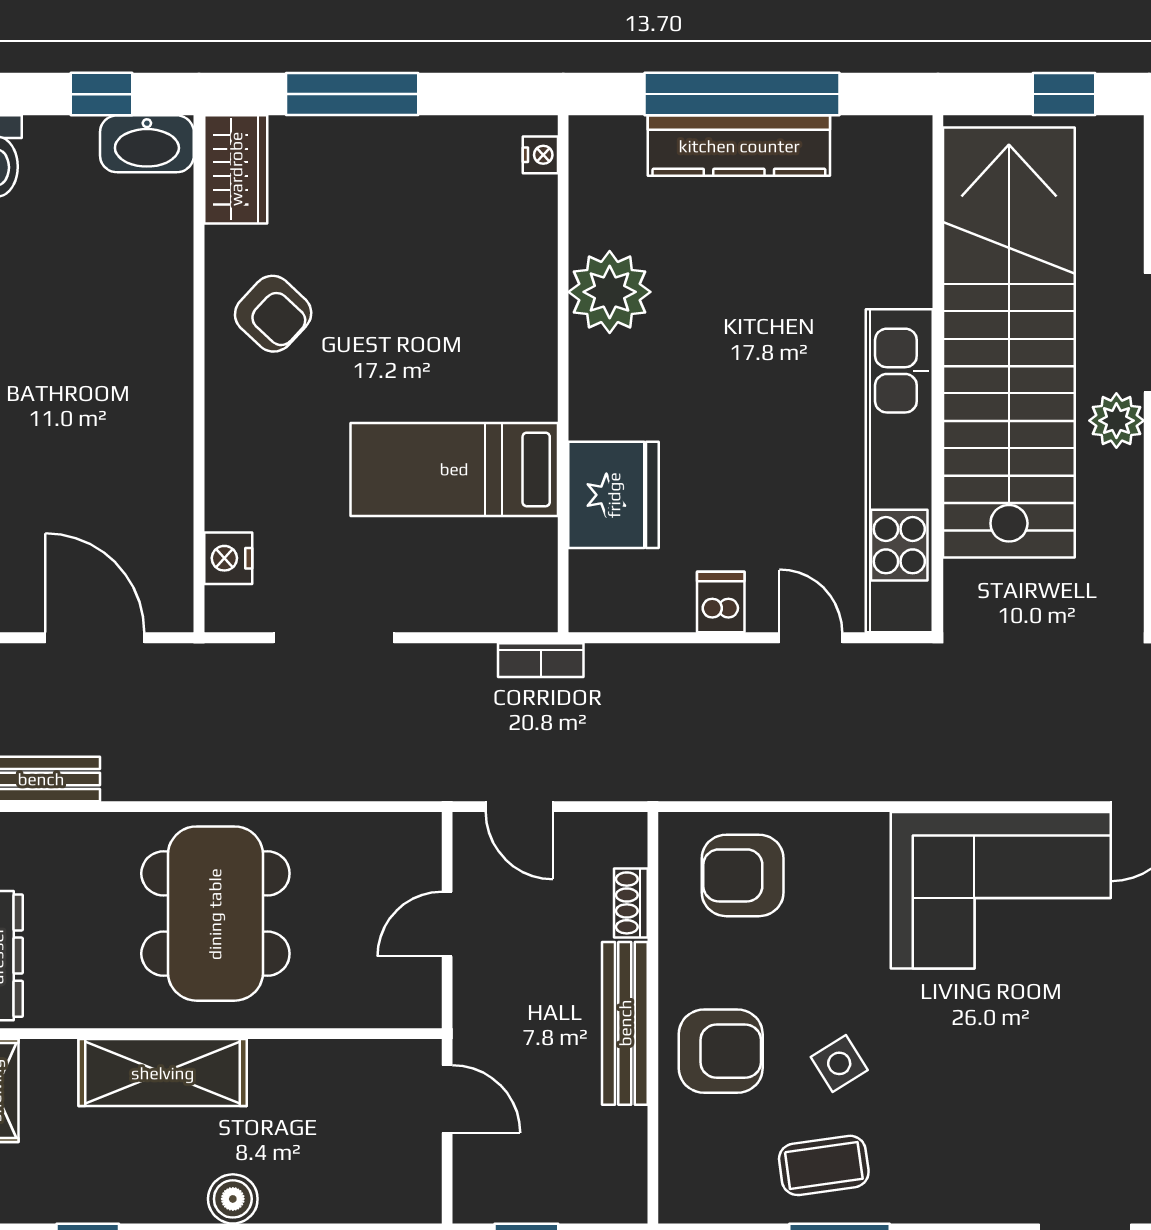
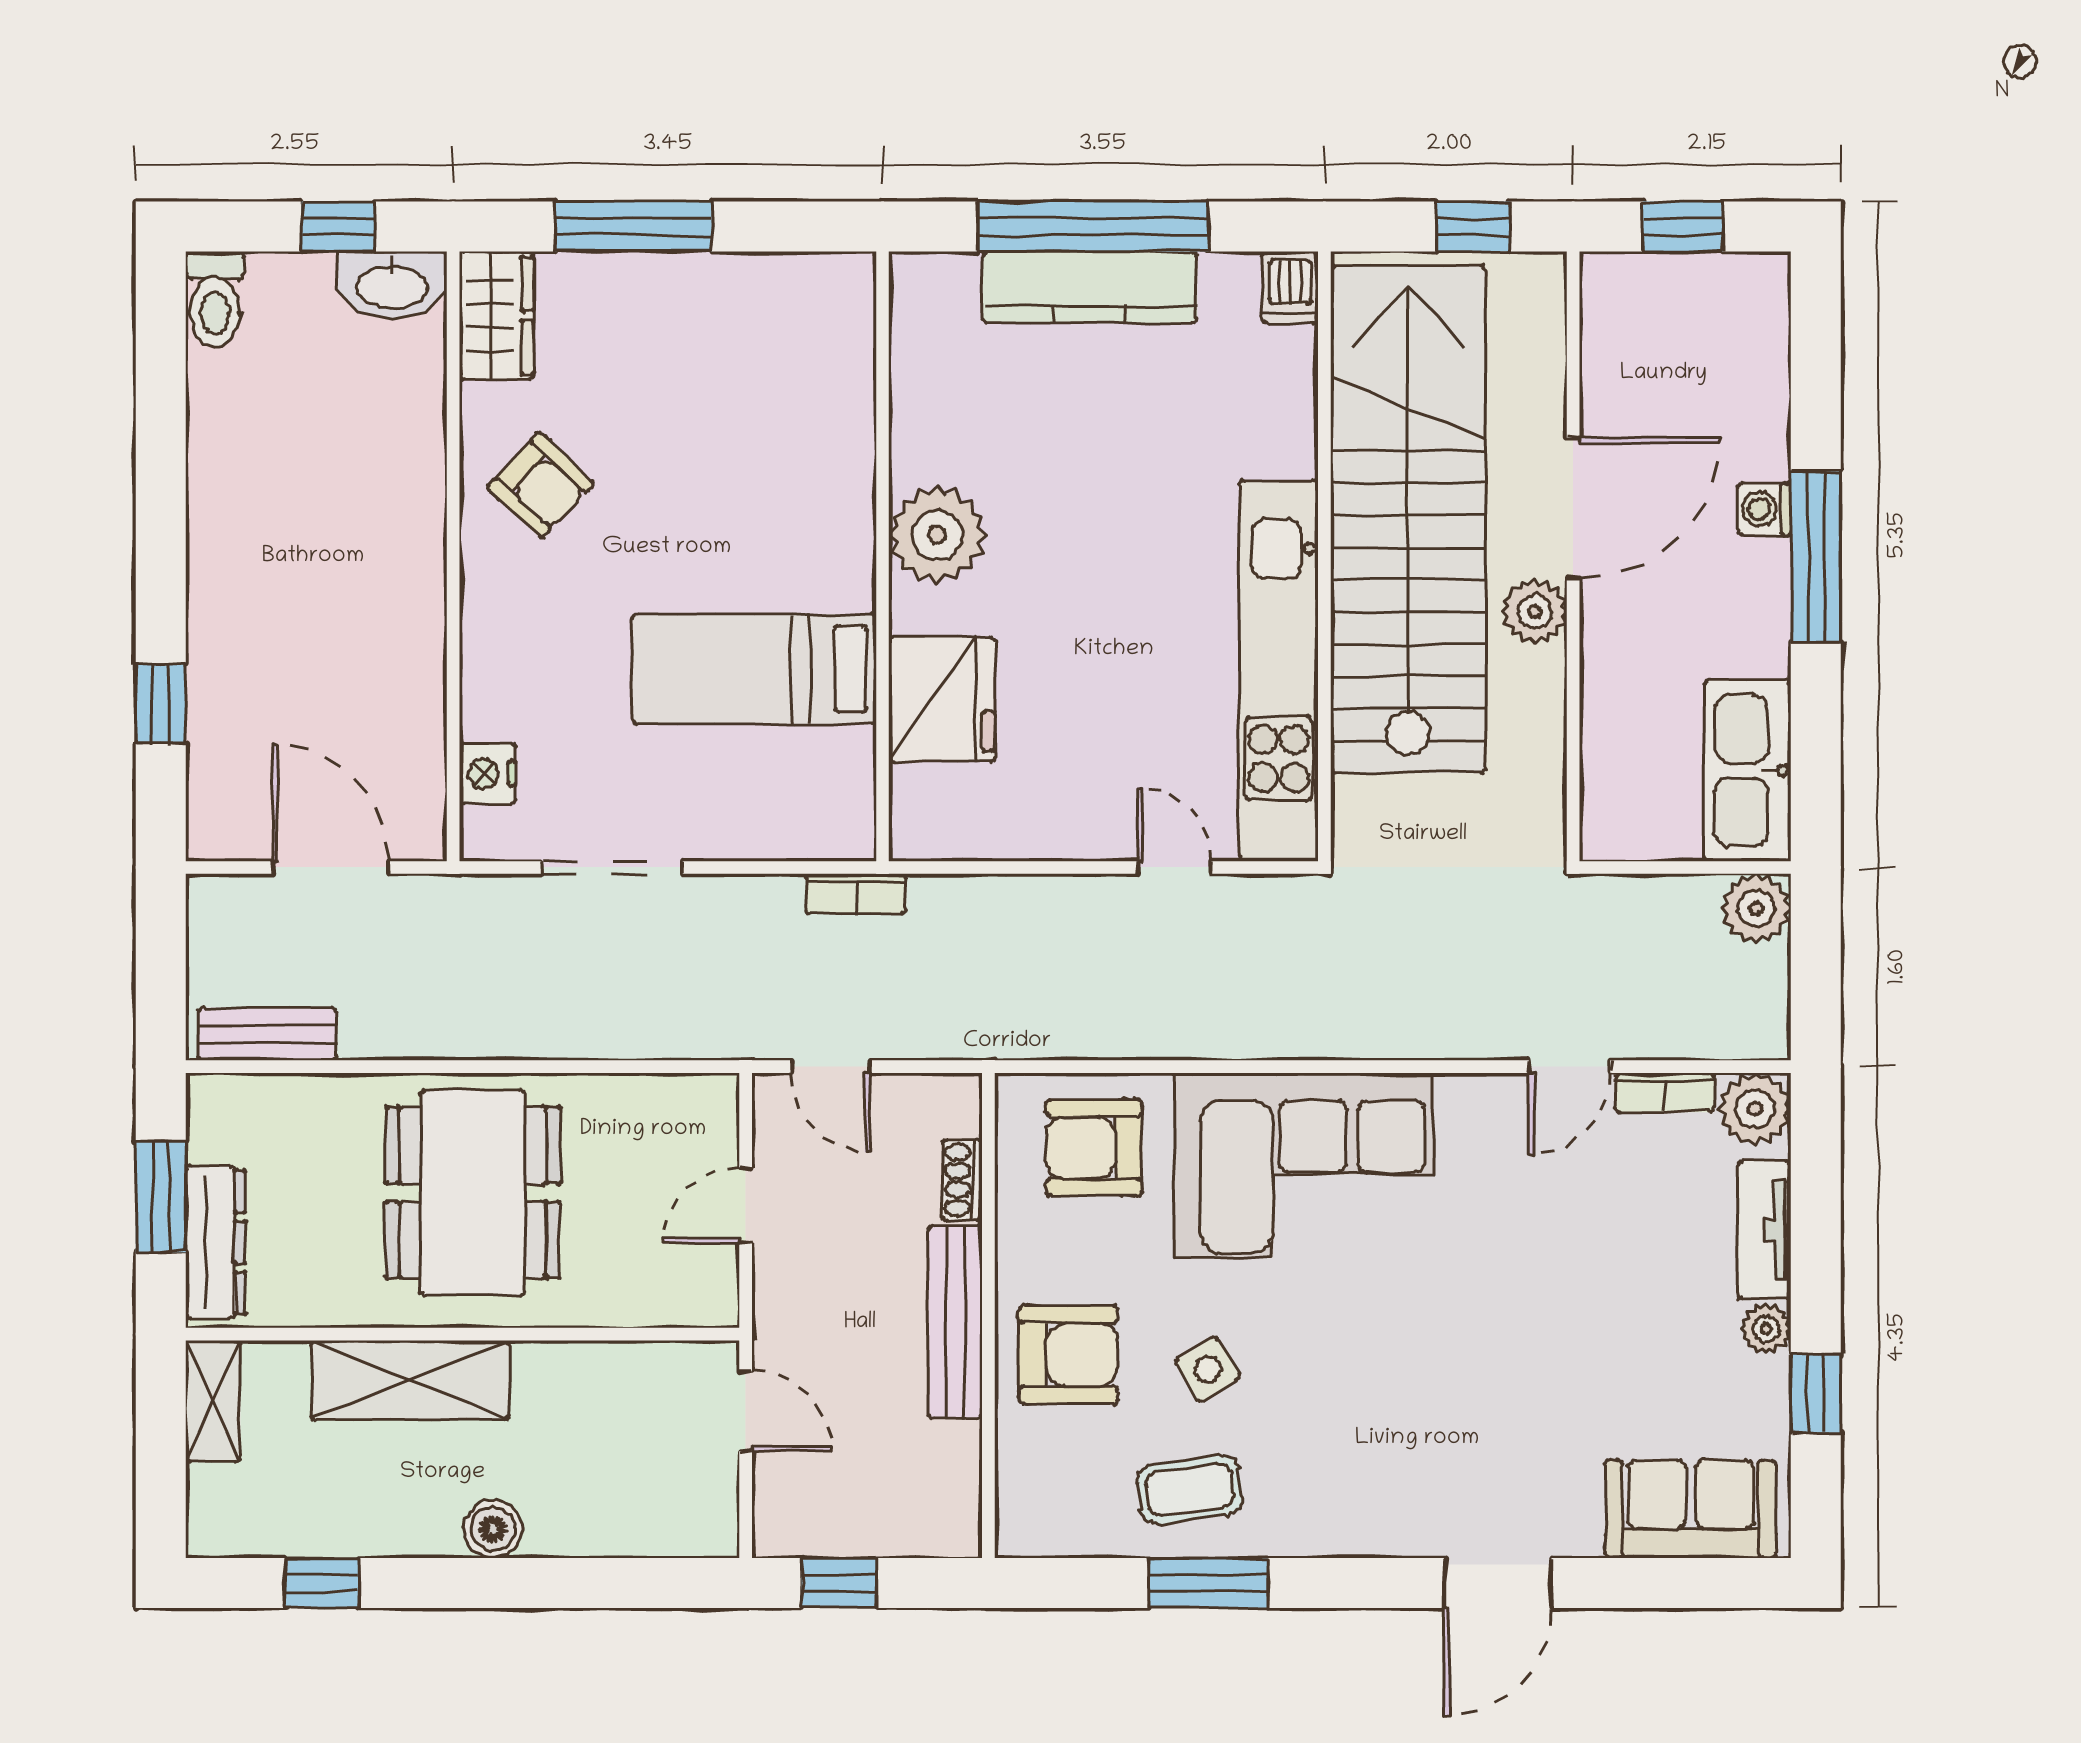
nightstand: (540, 155) -> (856, 298), removed
plant: (610, 292) -> (937, 535), moved
dishwasher: (721, 602) -> (1290, 287), moved, turned 180
corner sofa: (1001, 890) -> (1304, 1165), moved

